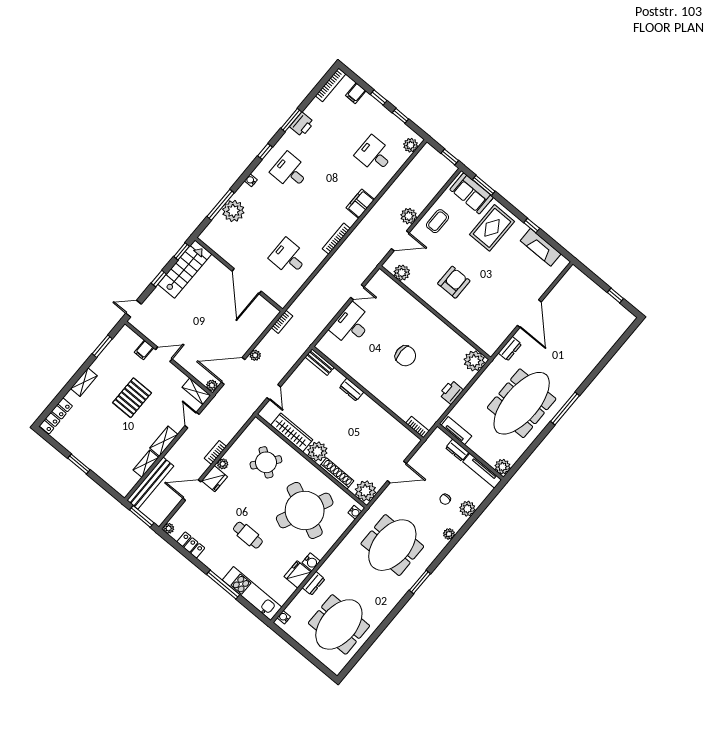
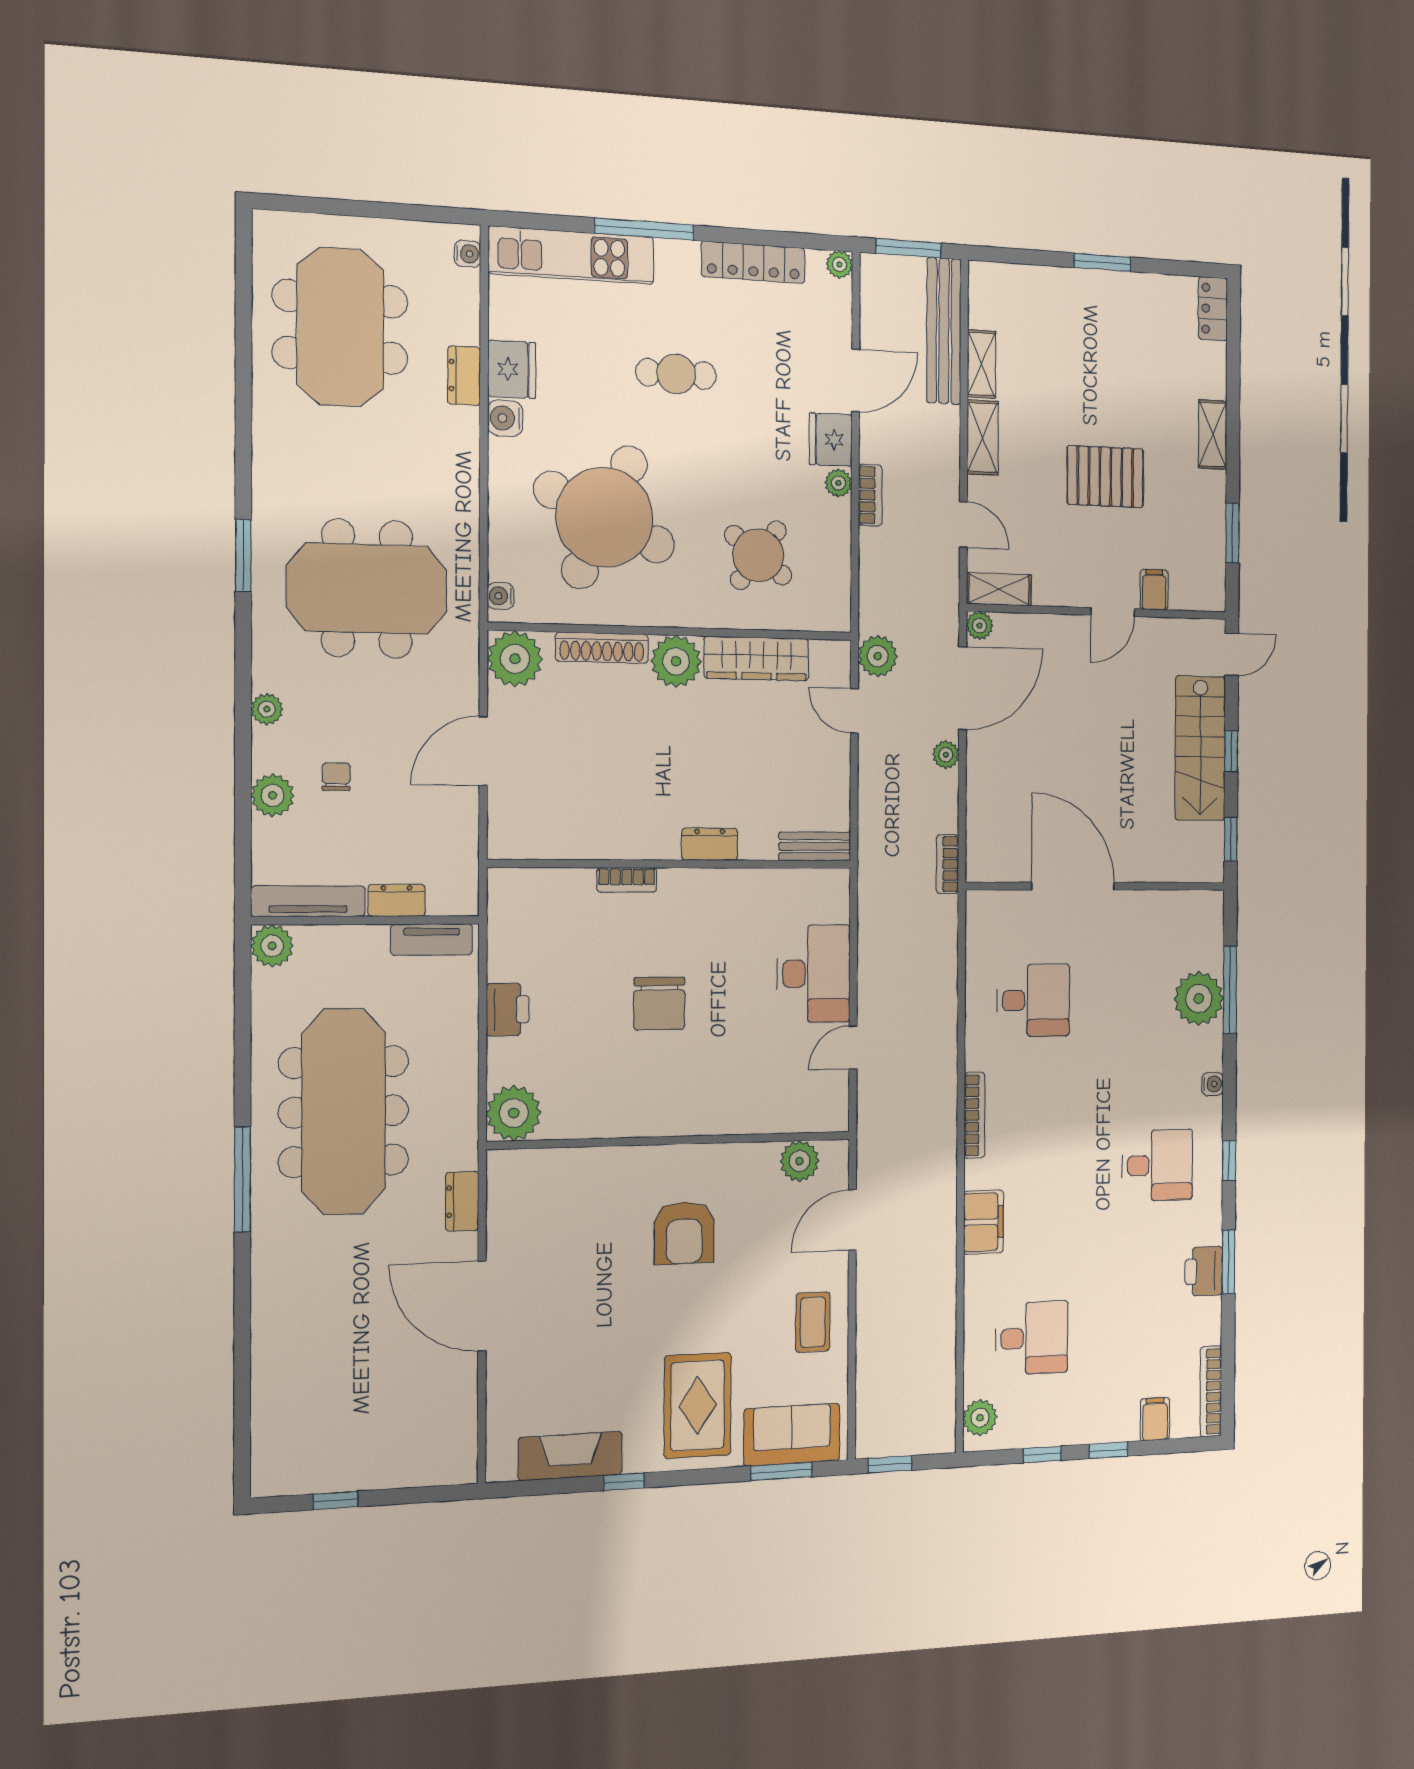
plant: (409, 216) -> (878, 656), moved
stairs: (185, 269) -> (1200, 748), moved
chair: (405, 356) -> (659, 1004), turned -90
pallet: (132, 398) -> (1105, 477), turned 90
locker: (56, 416) -> (1213, 309), width x0.66
bookcase: (418, 427) -> (627, 880), moved
locker: (191, 545) -> (753, 262), width x1.53
meeting table: (392, 545) -> (367, 589), turned 90

